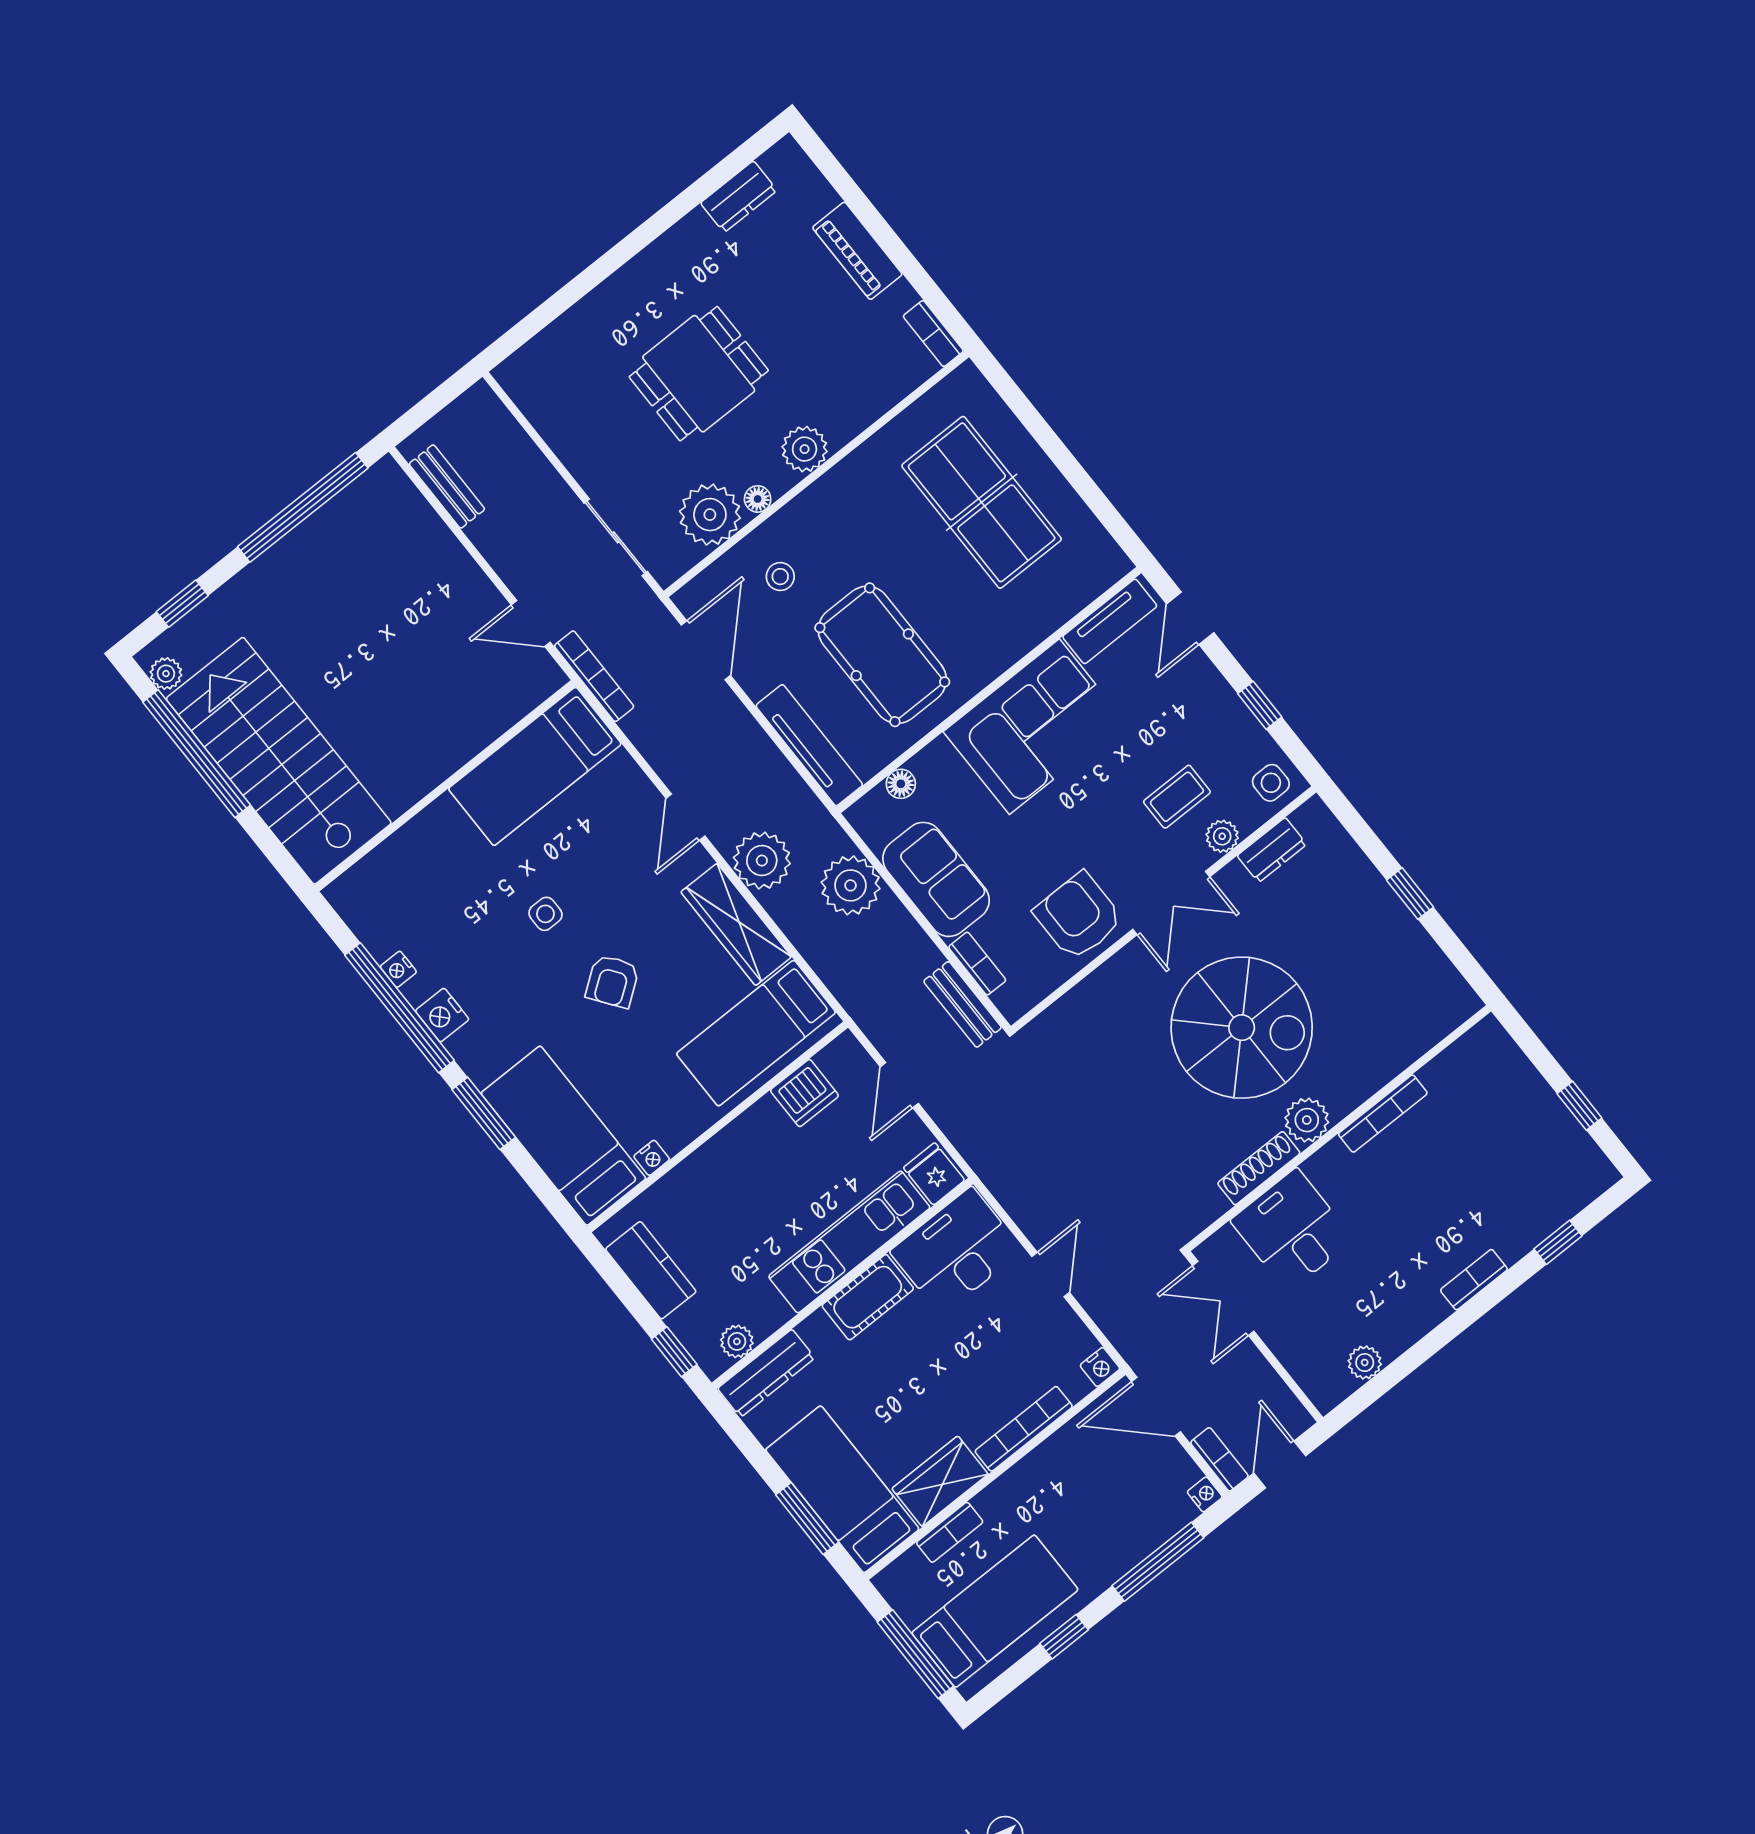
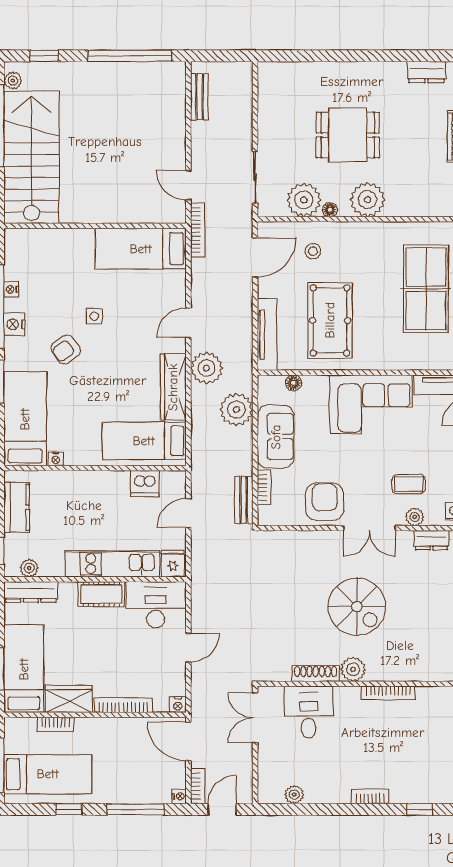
plant: (805, 449) -> (368, 200), width x1.36, depth x1.36
armchair: (612, 981) -> (66, 349), moved
spiral stairs: (1242, 1028) -> (357, 607), width x0.73, depth x0.73

